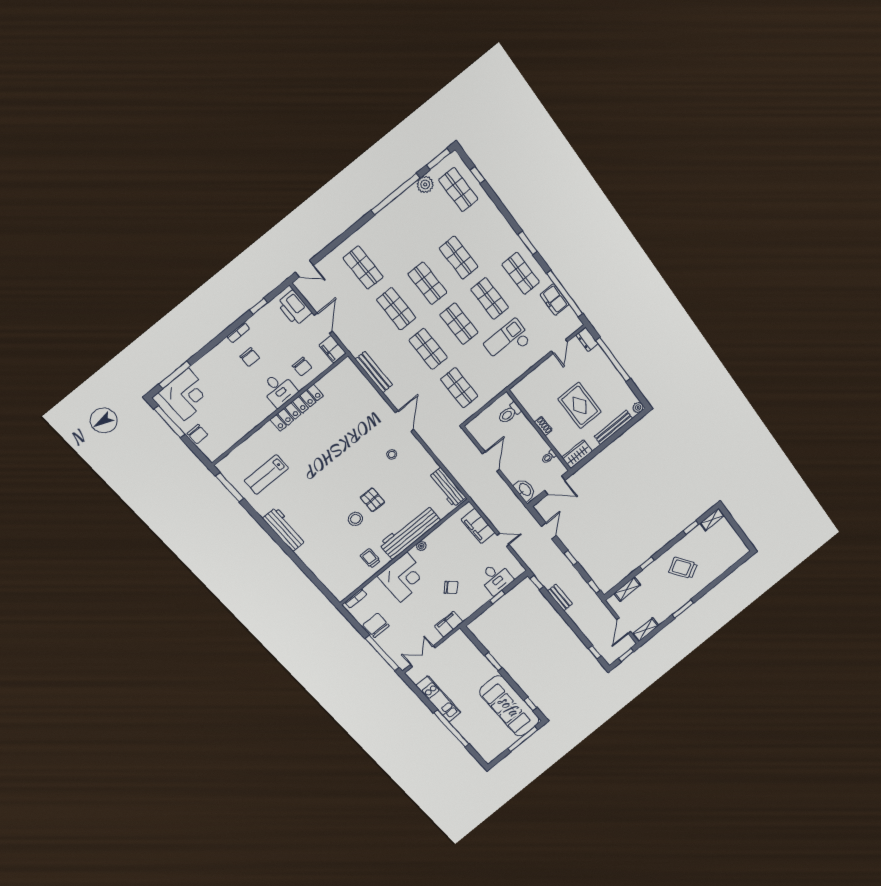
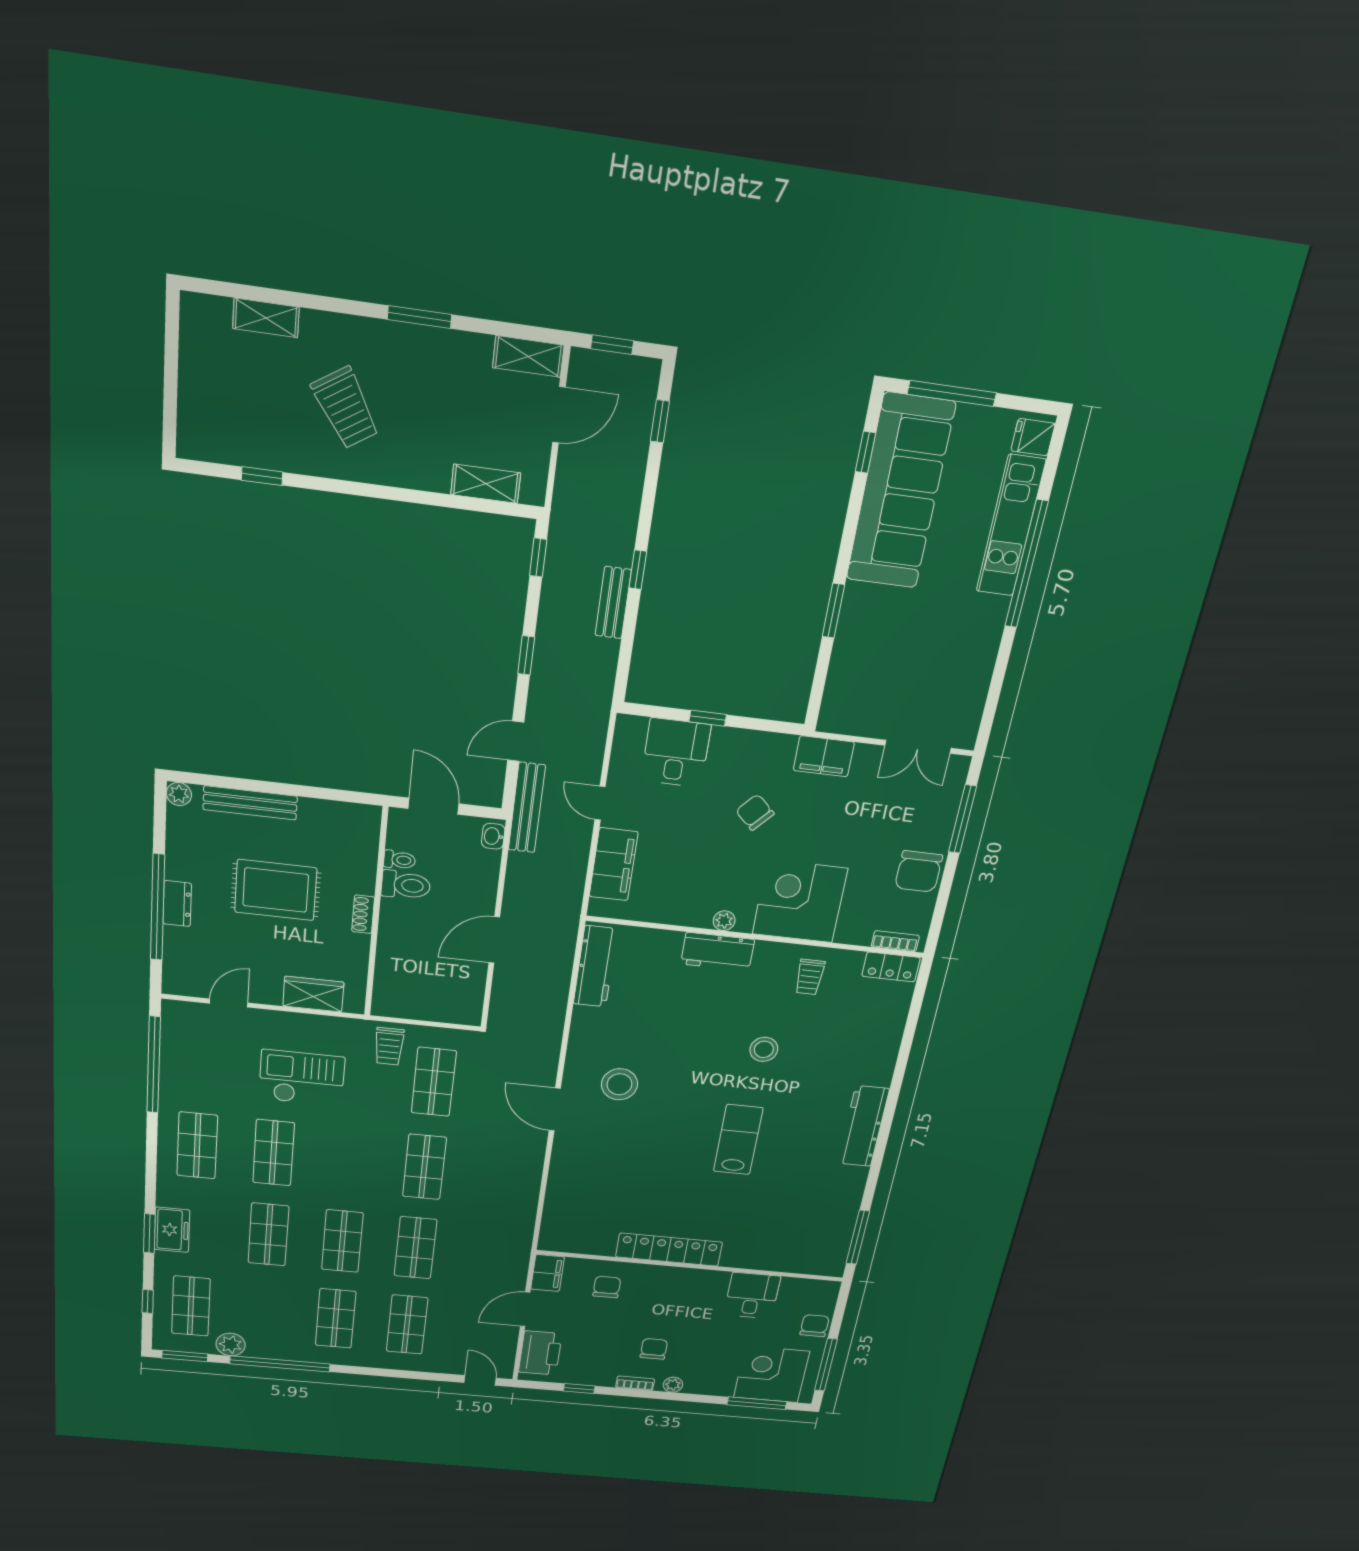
window: (527, 243) -> (149, 1233), moved
freezer: (554, 300) -> (172, 1230), moved
shop shelf: (459, 324) -> (336, 1318), moved
dresser: (587, 339) -> (177, 904), moved
checkout: (508, 342) -> (302, 1078), turned 180
plant: (221, 348) -> (673, 1385), added
bench: (374, 372) -> (527, 808), moved
trolley: (489, 386) -> (389, 1046), added
desk: (279, 389) -> (752, 1296), moved
rug: (580, 405) -> (276, 890), turned 90
toilet: (509, 413) -> (406, 885), moved
door: (405, 421) -> (555, 1110), hinge flipped
stool: (392, 454) -> (620, 1084), width x1.89, depth x1.89
wardrobe: (577, 454) -> (313, 994), moved, turned 180
lab bench: (266, 474) -> (738, 1140), moved, turned -90
washbasin: (525, 490) -> (493, 836), width x0.52, depth x0.69
pallet: (372, 500) -> (713, 1052), removed
shelving: (712, 520) -> (266, 318), moved
workbench: (410, 532) -> (718, 952), width x0.53, depth x0.76
window: (647, 564) -> (406, 495), removed
window: (537, 583) -> (638, 570), moved
locker: (347, 590) -> (891, 967), added
window: (382, 653) -> (963, 819), width x0.68
kitchen unit: (438, 699) -> (1011, 526), moved
fridge: (488, 754) -> (1033, 437), added

